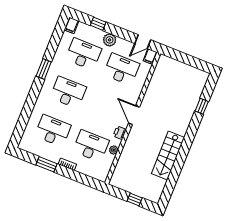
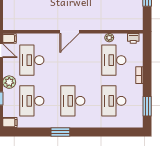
printer: (120, 133) -> (133, 38), moved
window: (47, 164) -> (147, 106), moved

